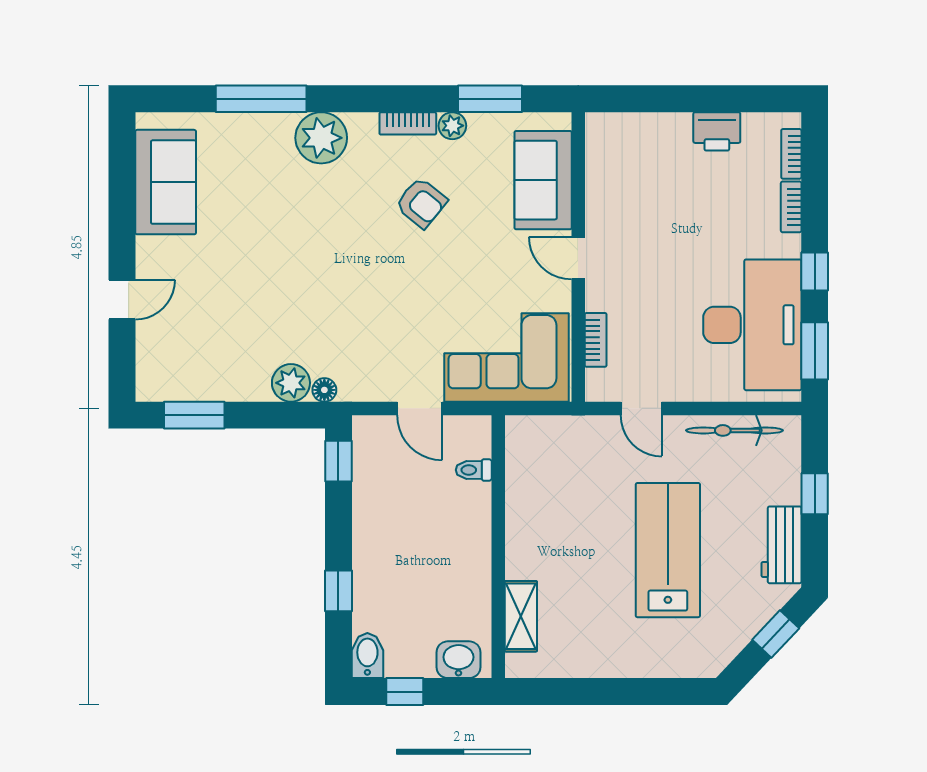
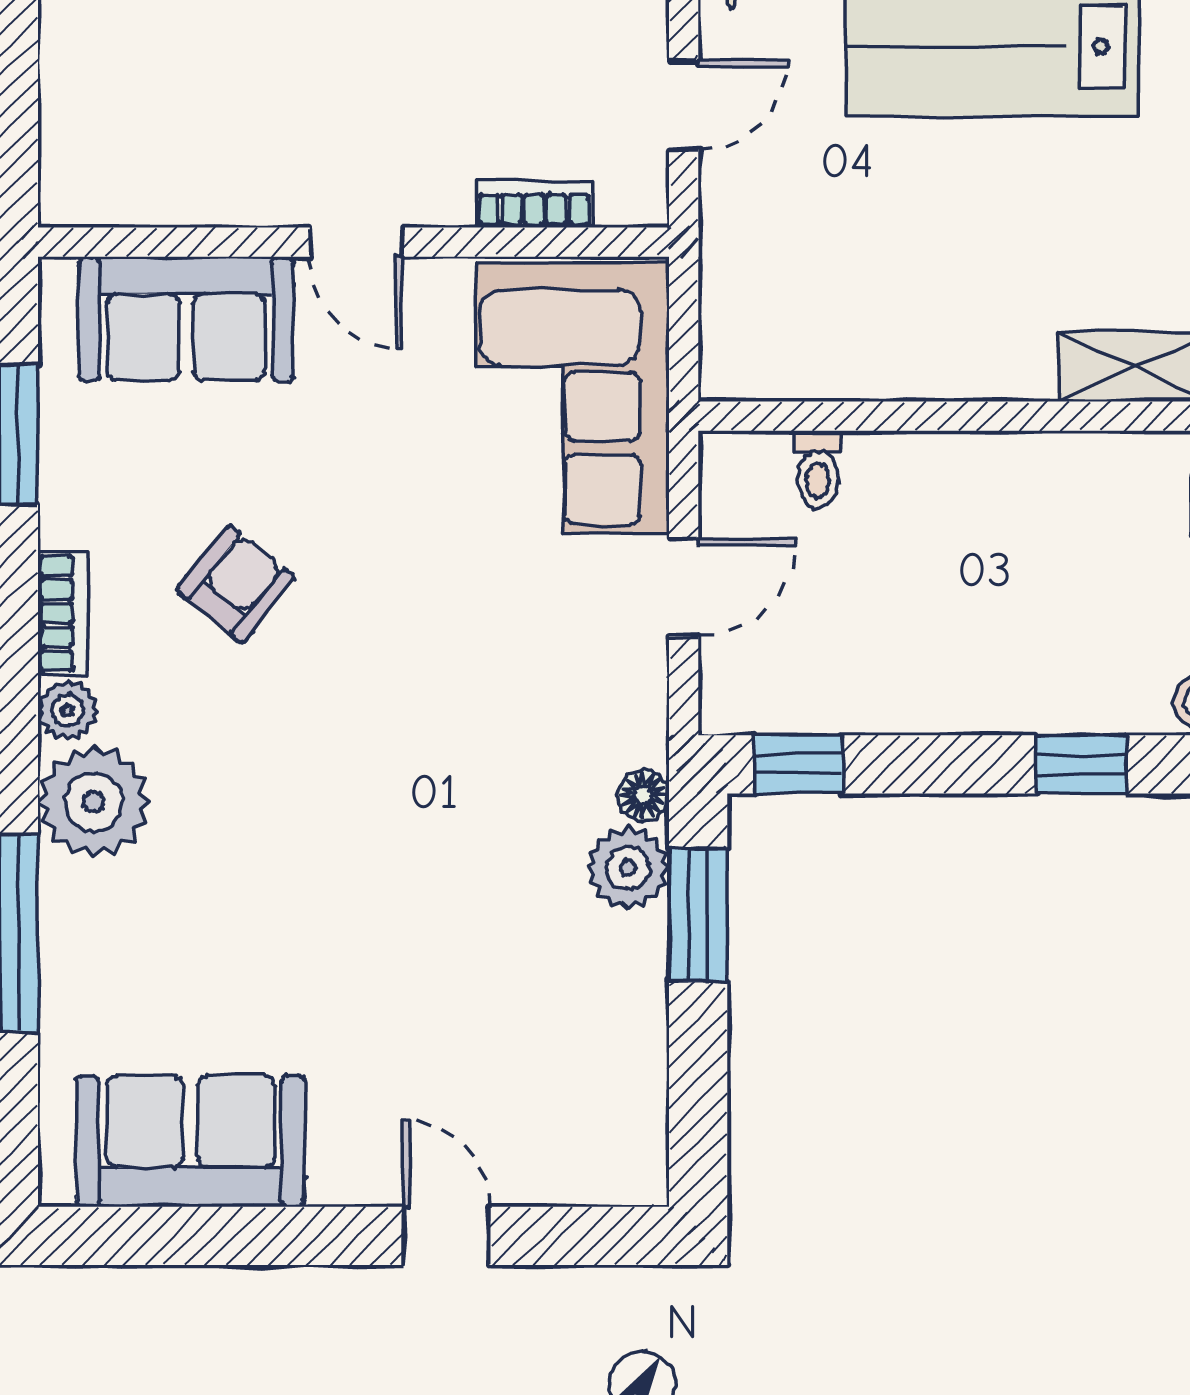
plant: (452, 126) -> (68, 710), moved
door: (578, 258) -> (356, 242), hinge flipped
window: (194, 415) -> (698, 915), moved

